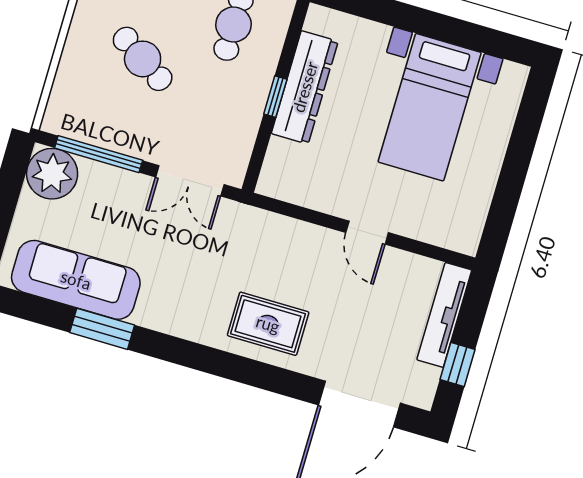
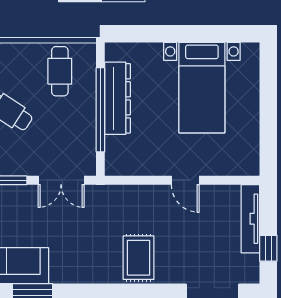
window: (275, 97) -> (100, 110), width x3.17
rug: (268, 324) -> (139, 258), turned 90

